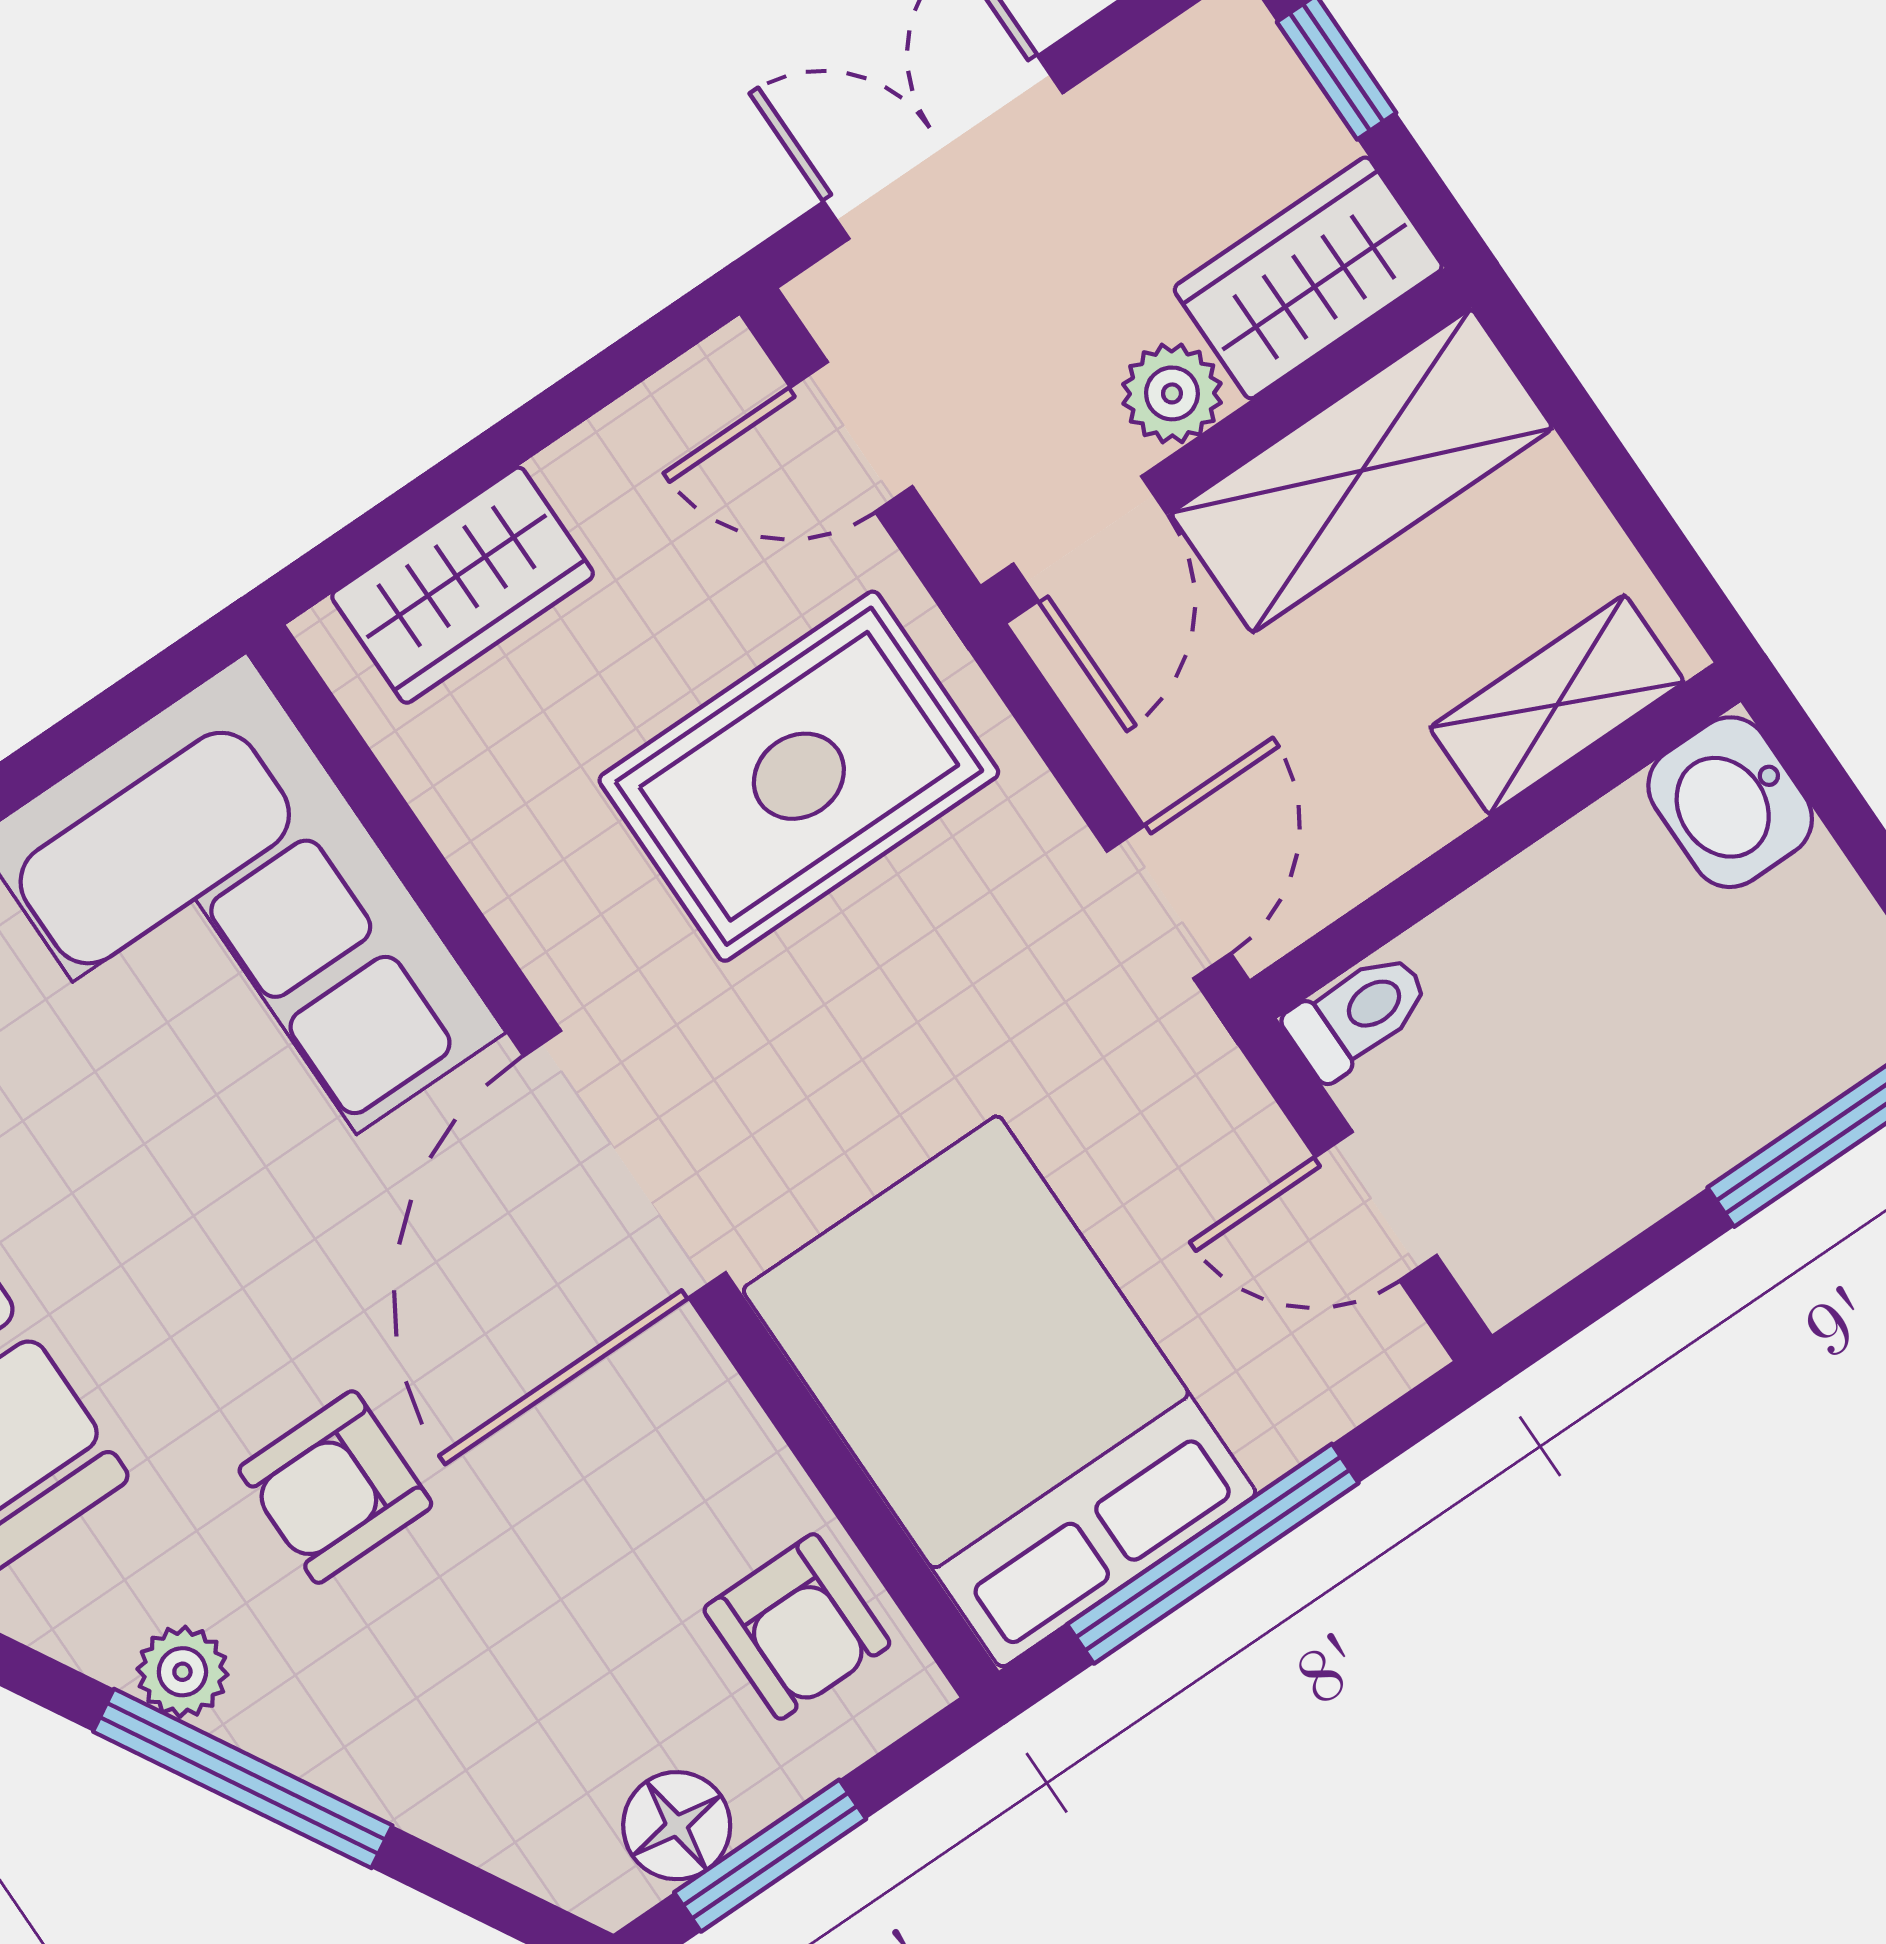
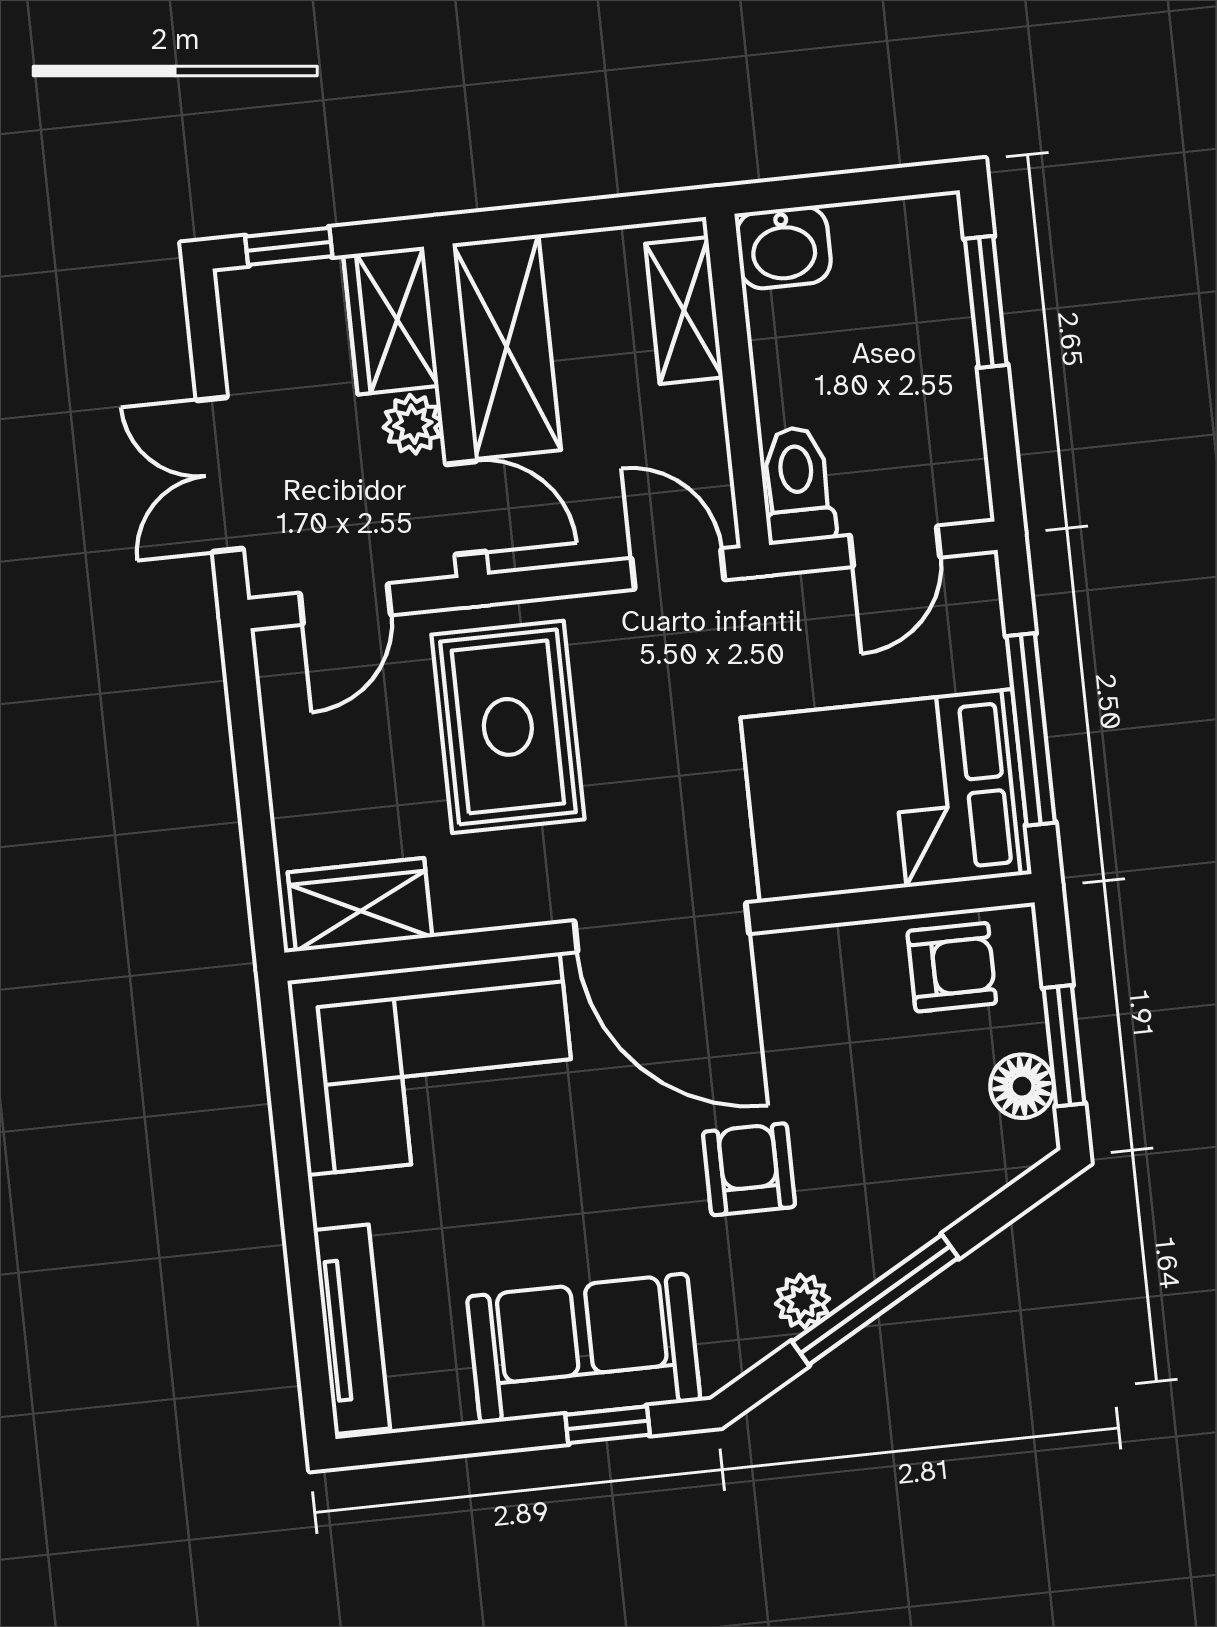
wardrobe: (463, 585) -> (360, 905), moved, turned -90
toilet: (1358, 1014) -> (797, 485), width x1.37, depth x1.39
armchair: (335, 1487) -> (749, 1169), turned 180

